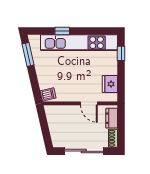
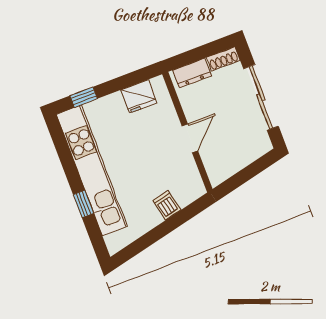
window: (28, 54) -> (141, 244), removed
dishwasher: (48, 94) -> (167, 205), moved
door: (89, 103) -> (190, 138), moved

